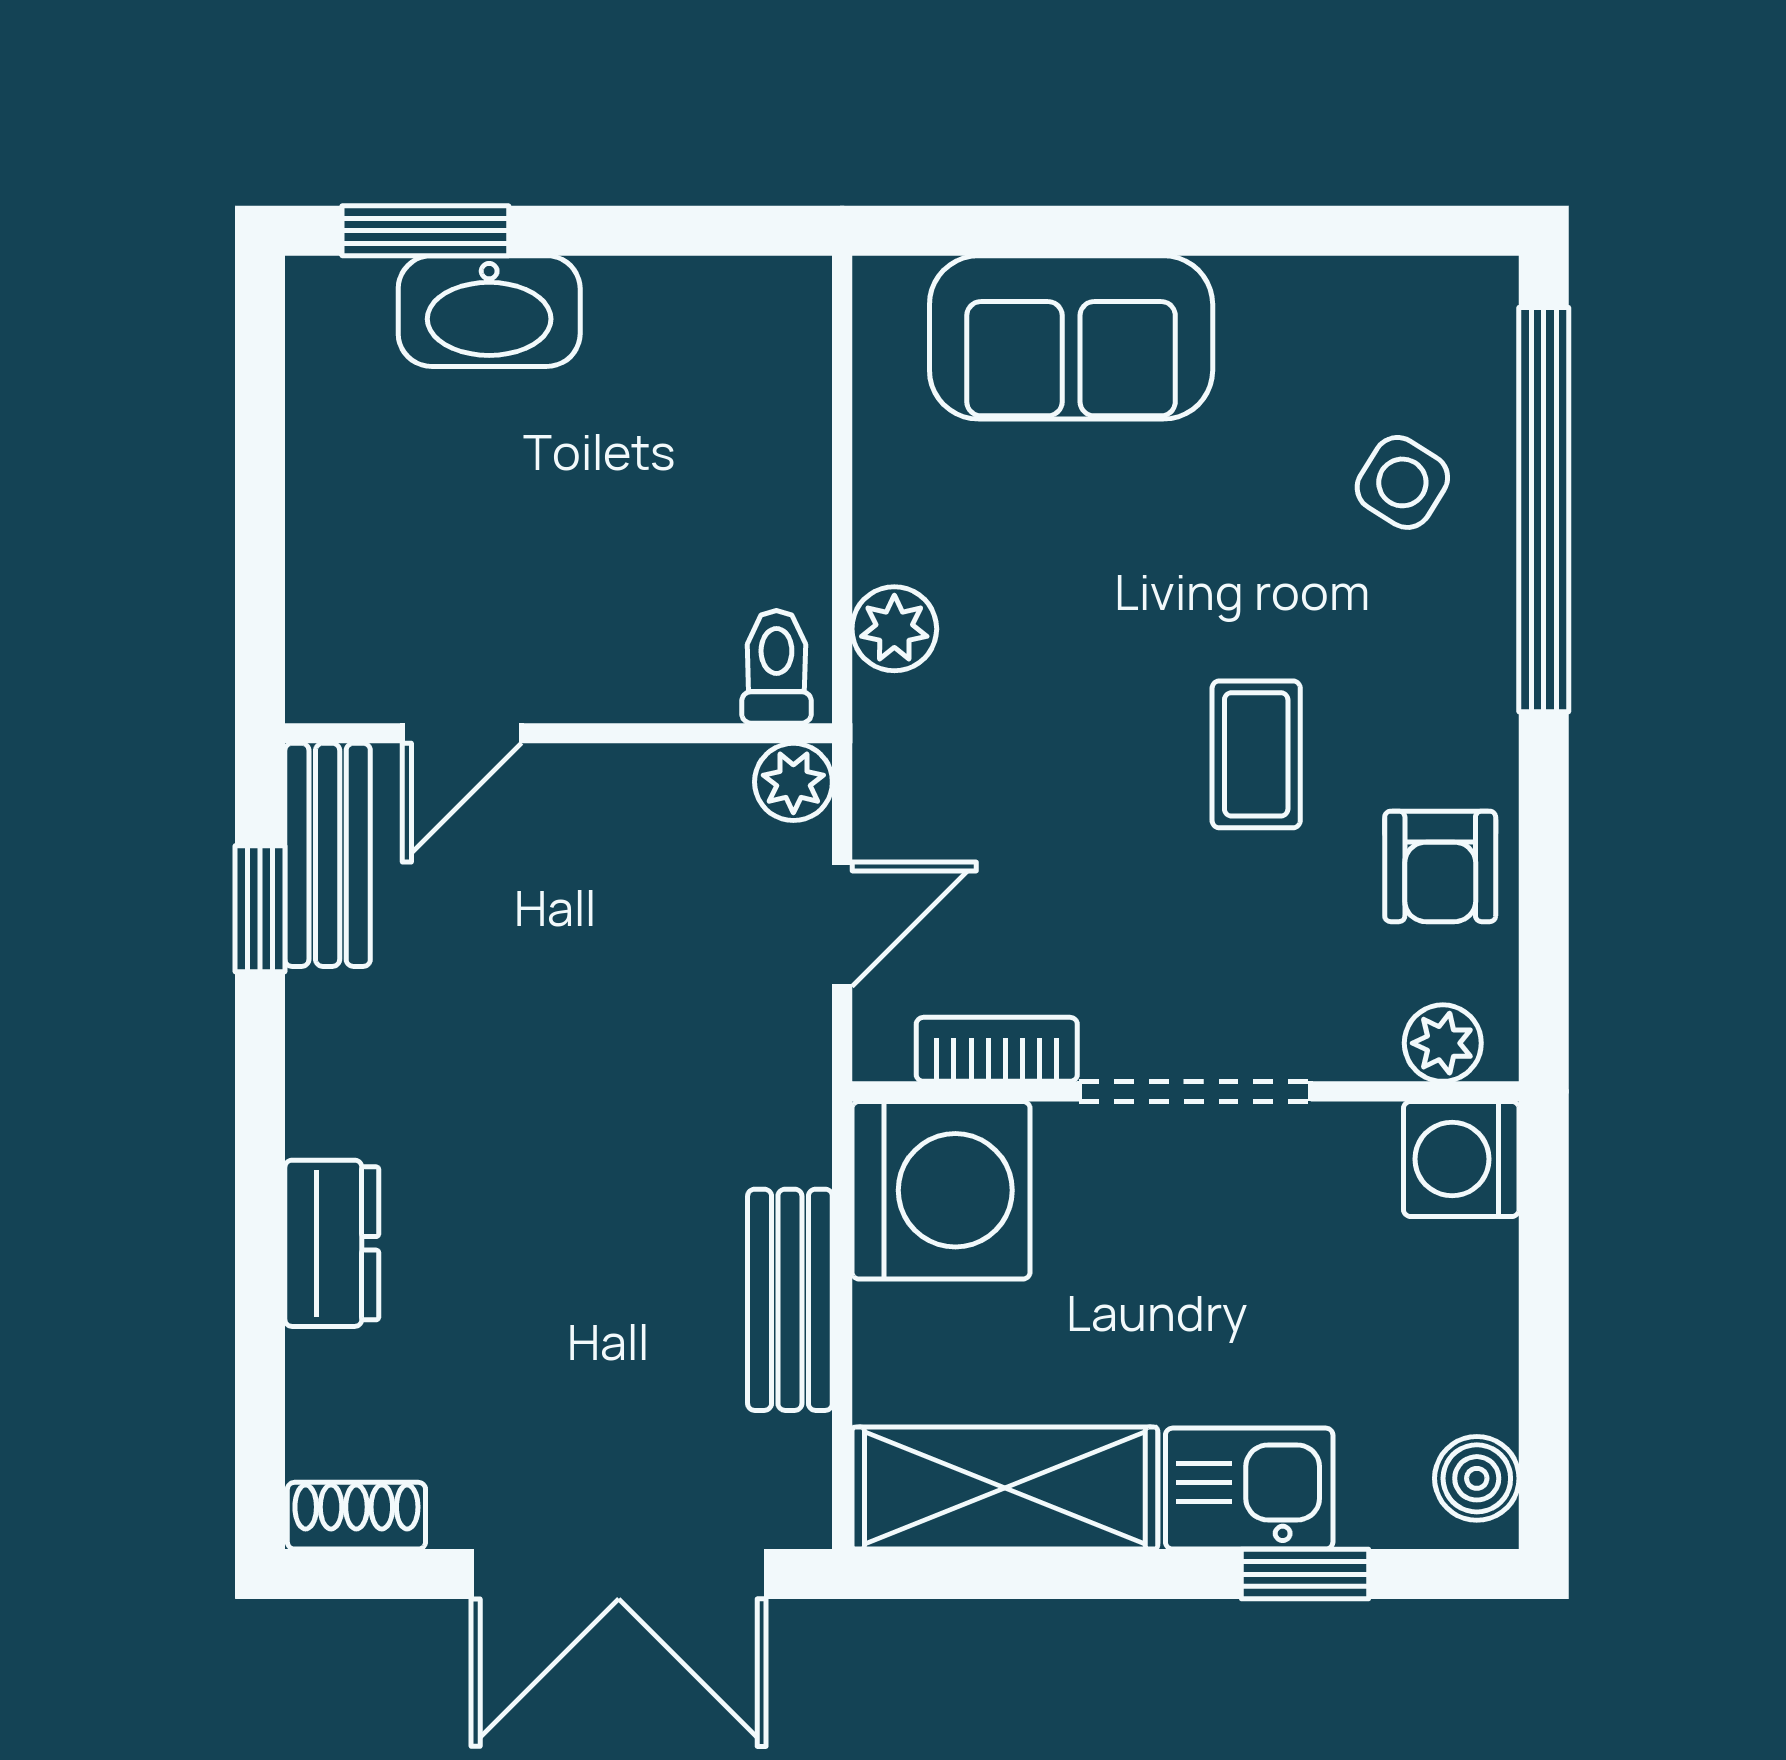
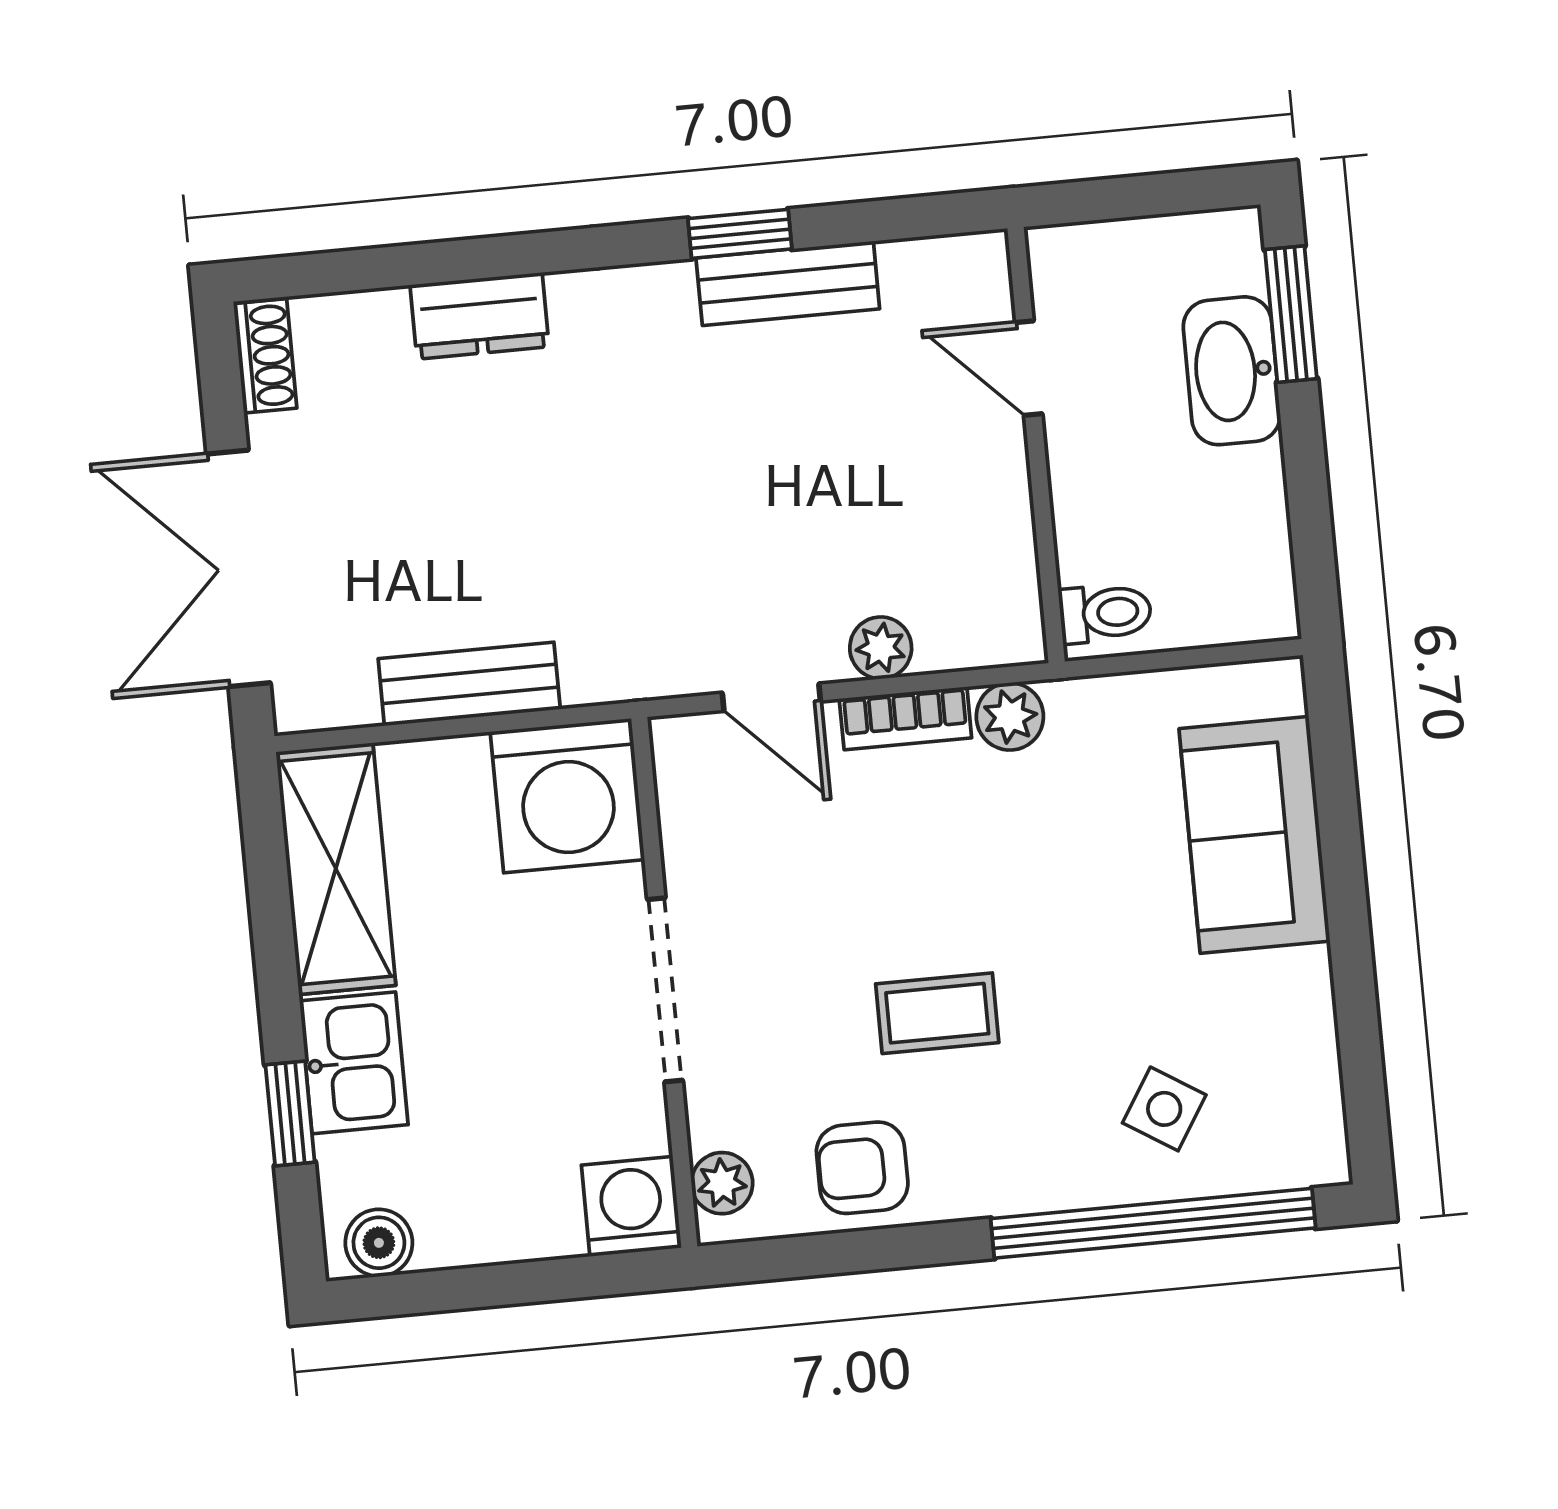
toilet: (776, 667) -> (1105, 613), moved
door: (462, 733) -> (1029, 368), moved
wall: (559, 733) -> (1036, 445), moved
bookcase: (997, 1049) -> (905, 718), moved, turned 90

